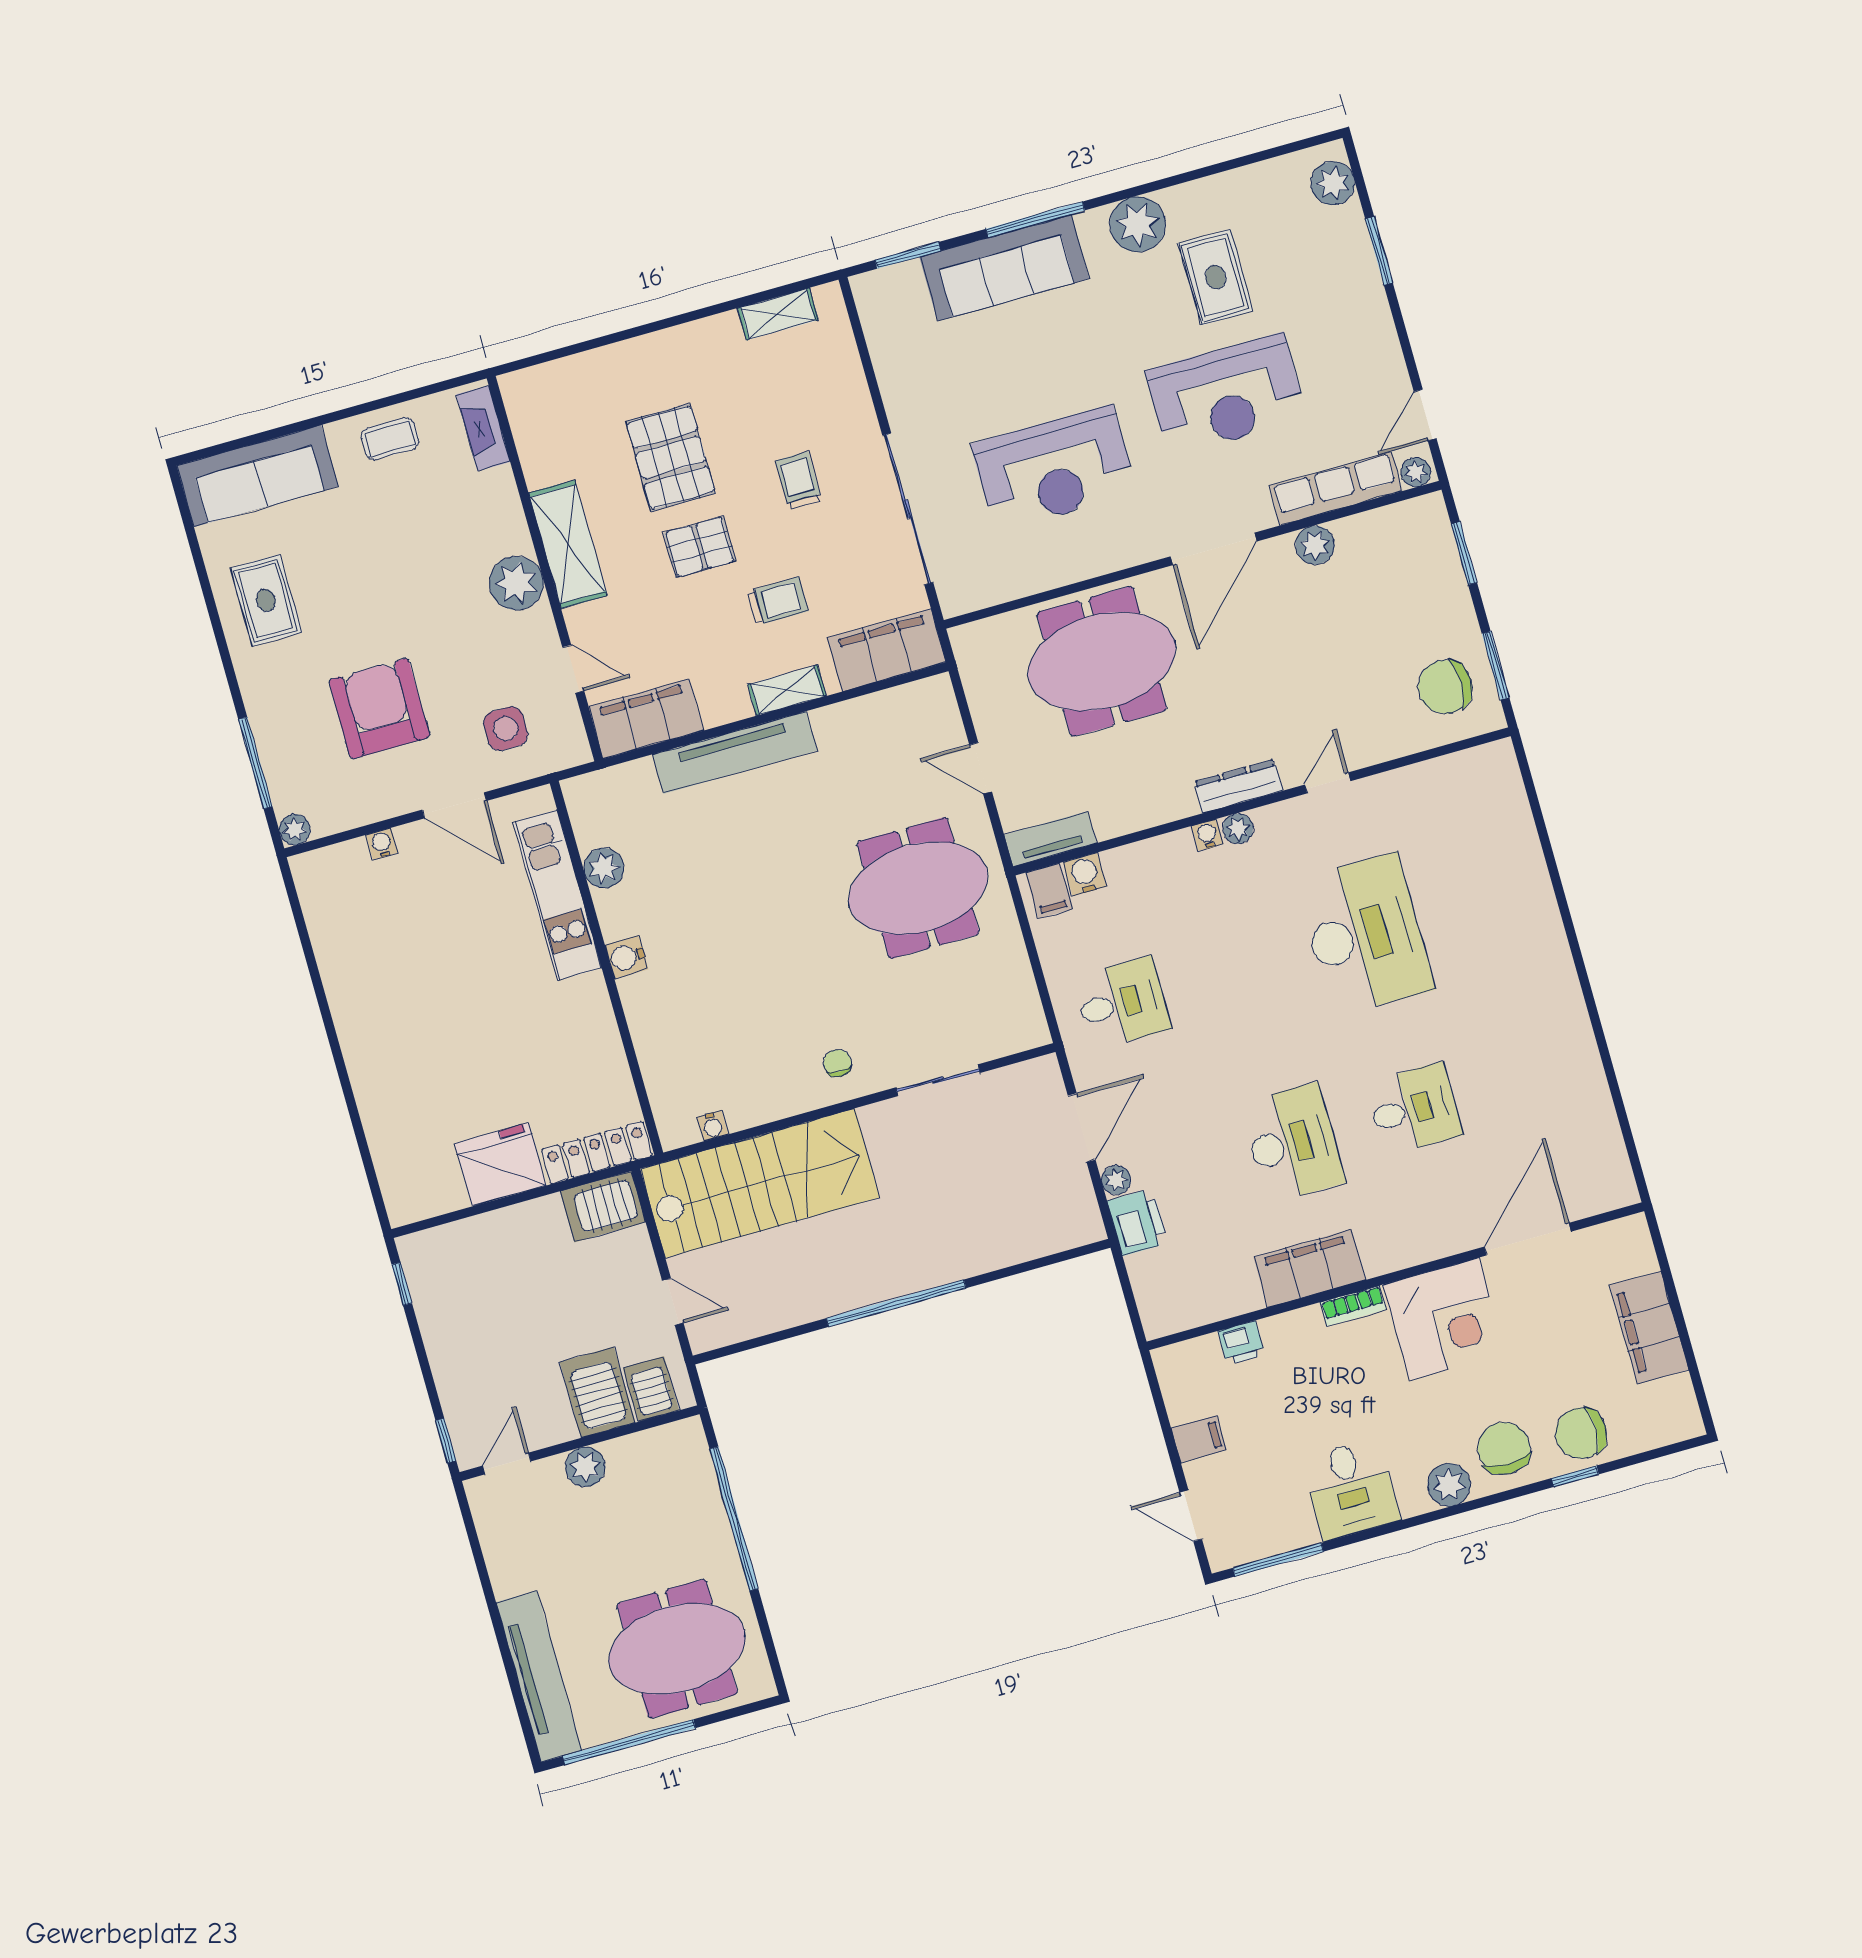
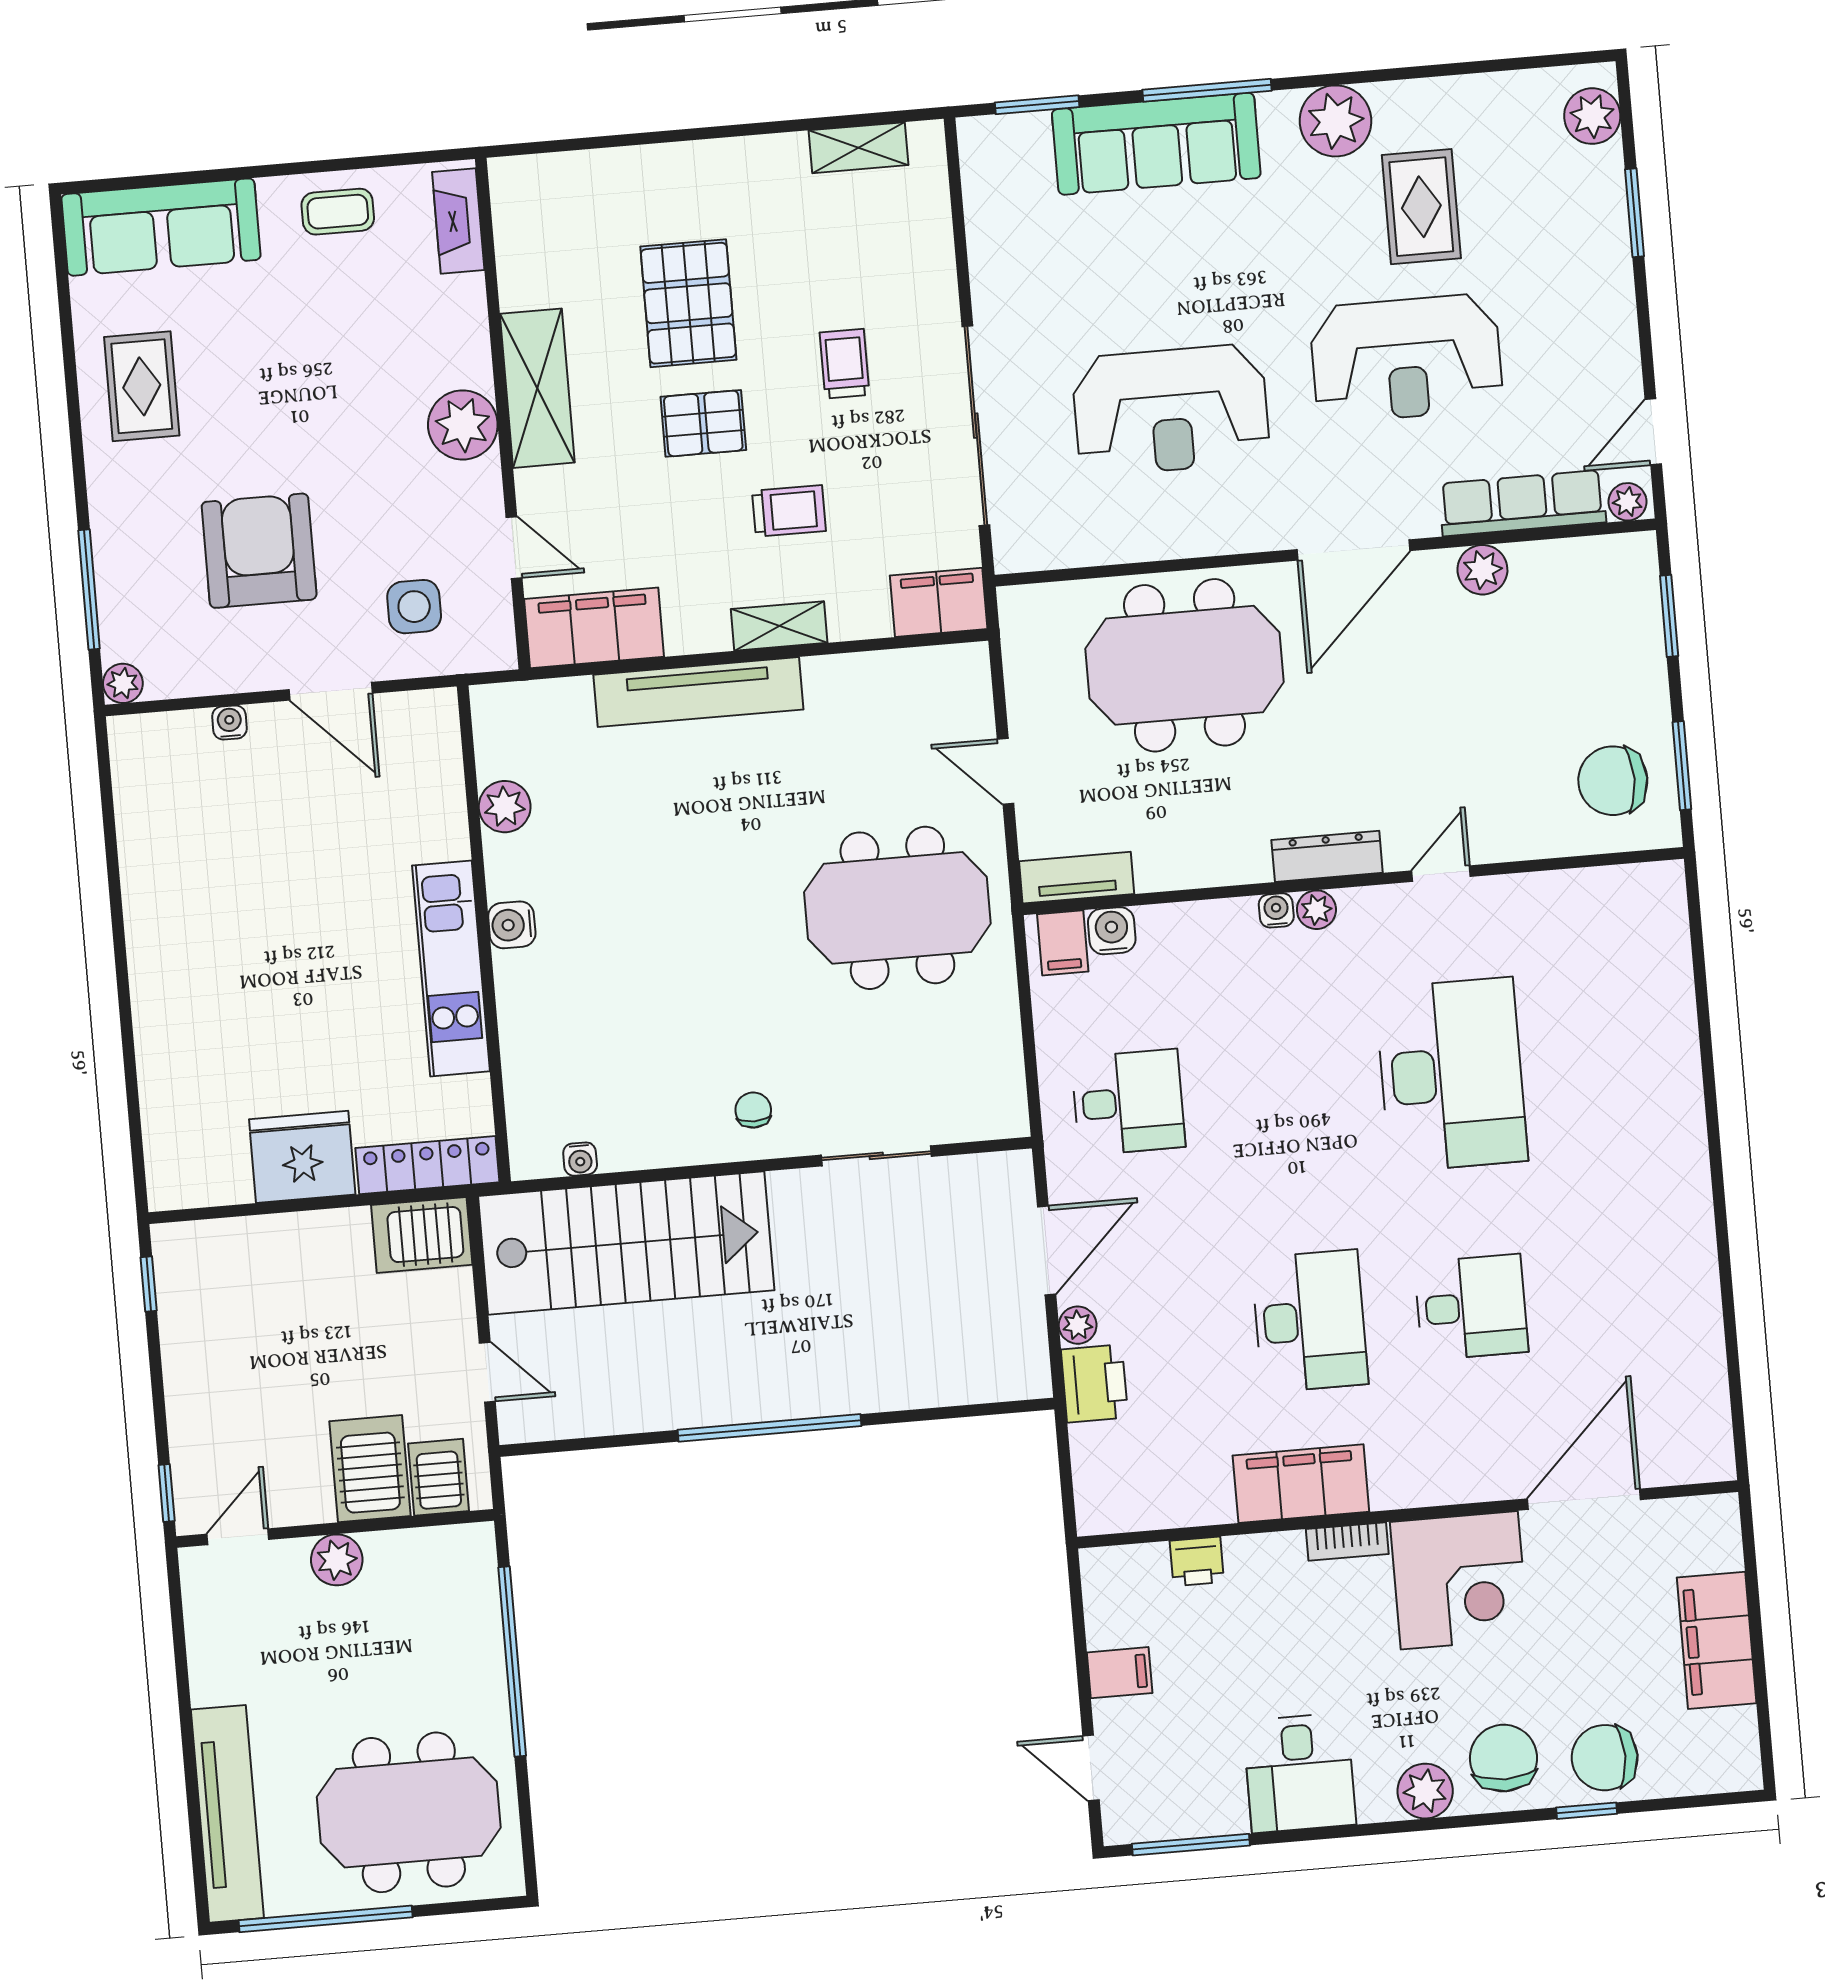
filing cabinet: (887, 650) -> (939, 602), width x0.67, depth x0.86
kitchen unit: (557, 895) -> (451, 968), moved

